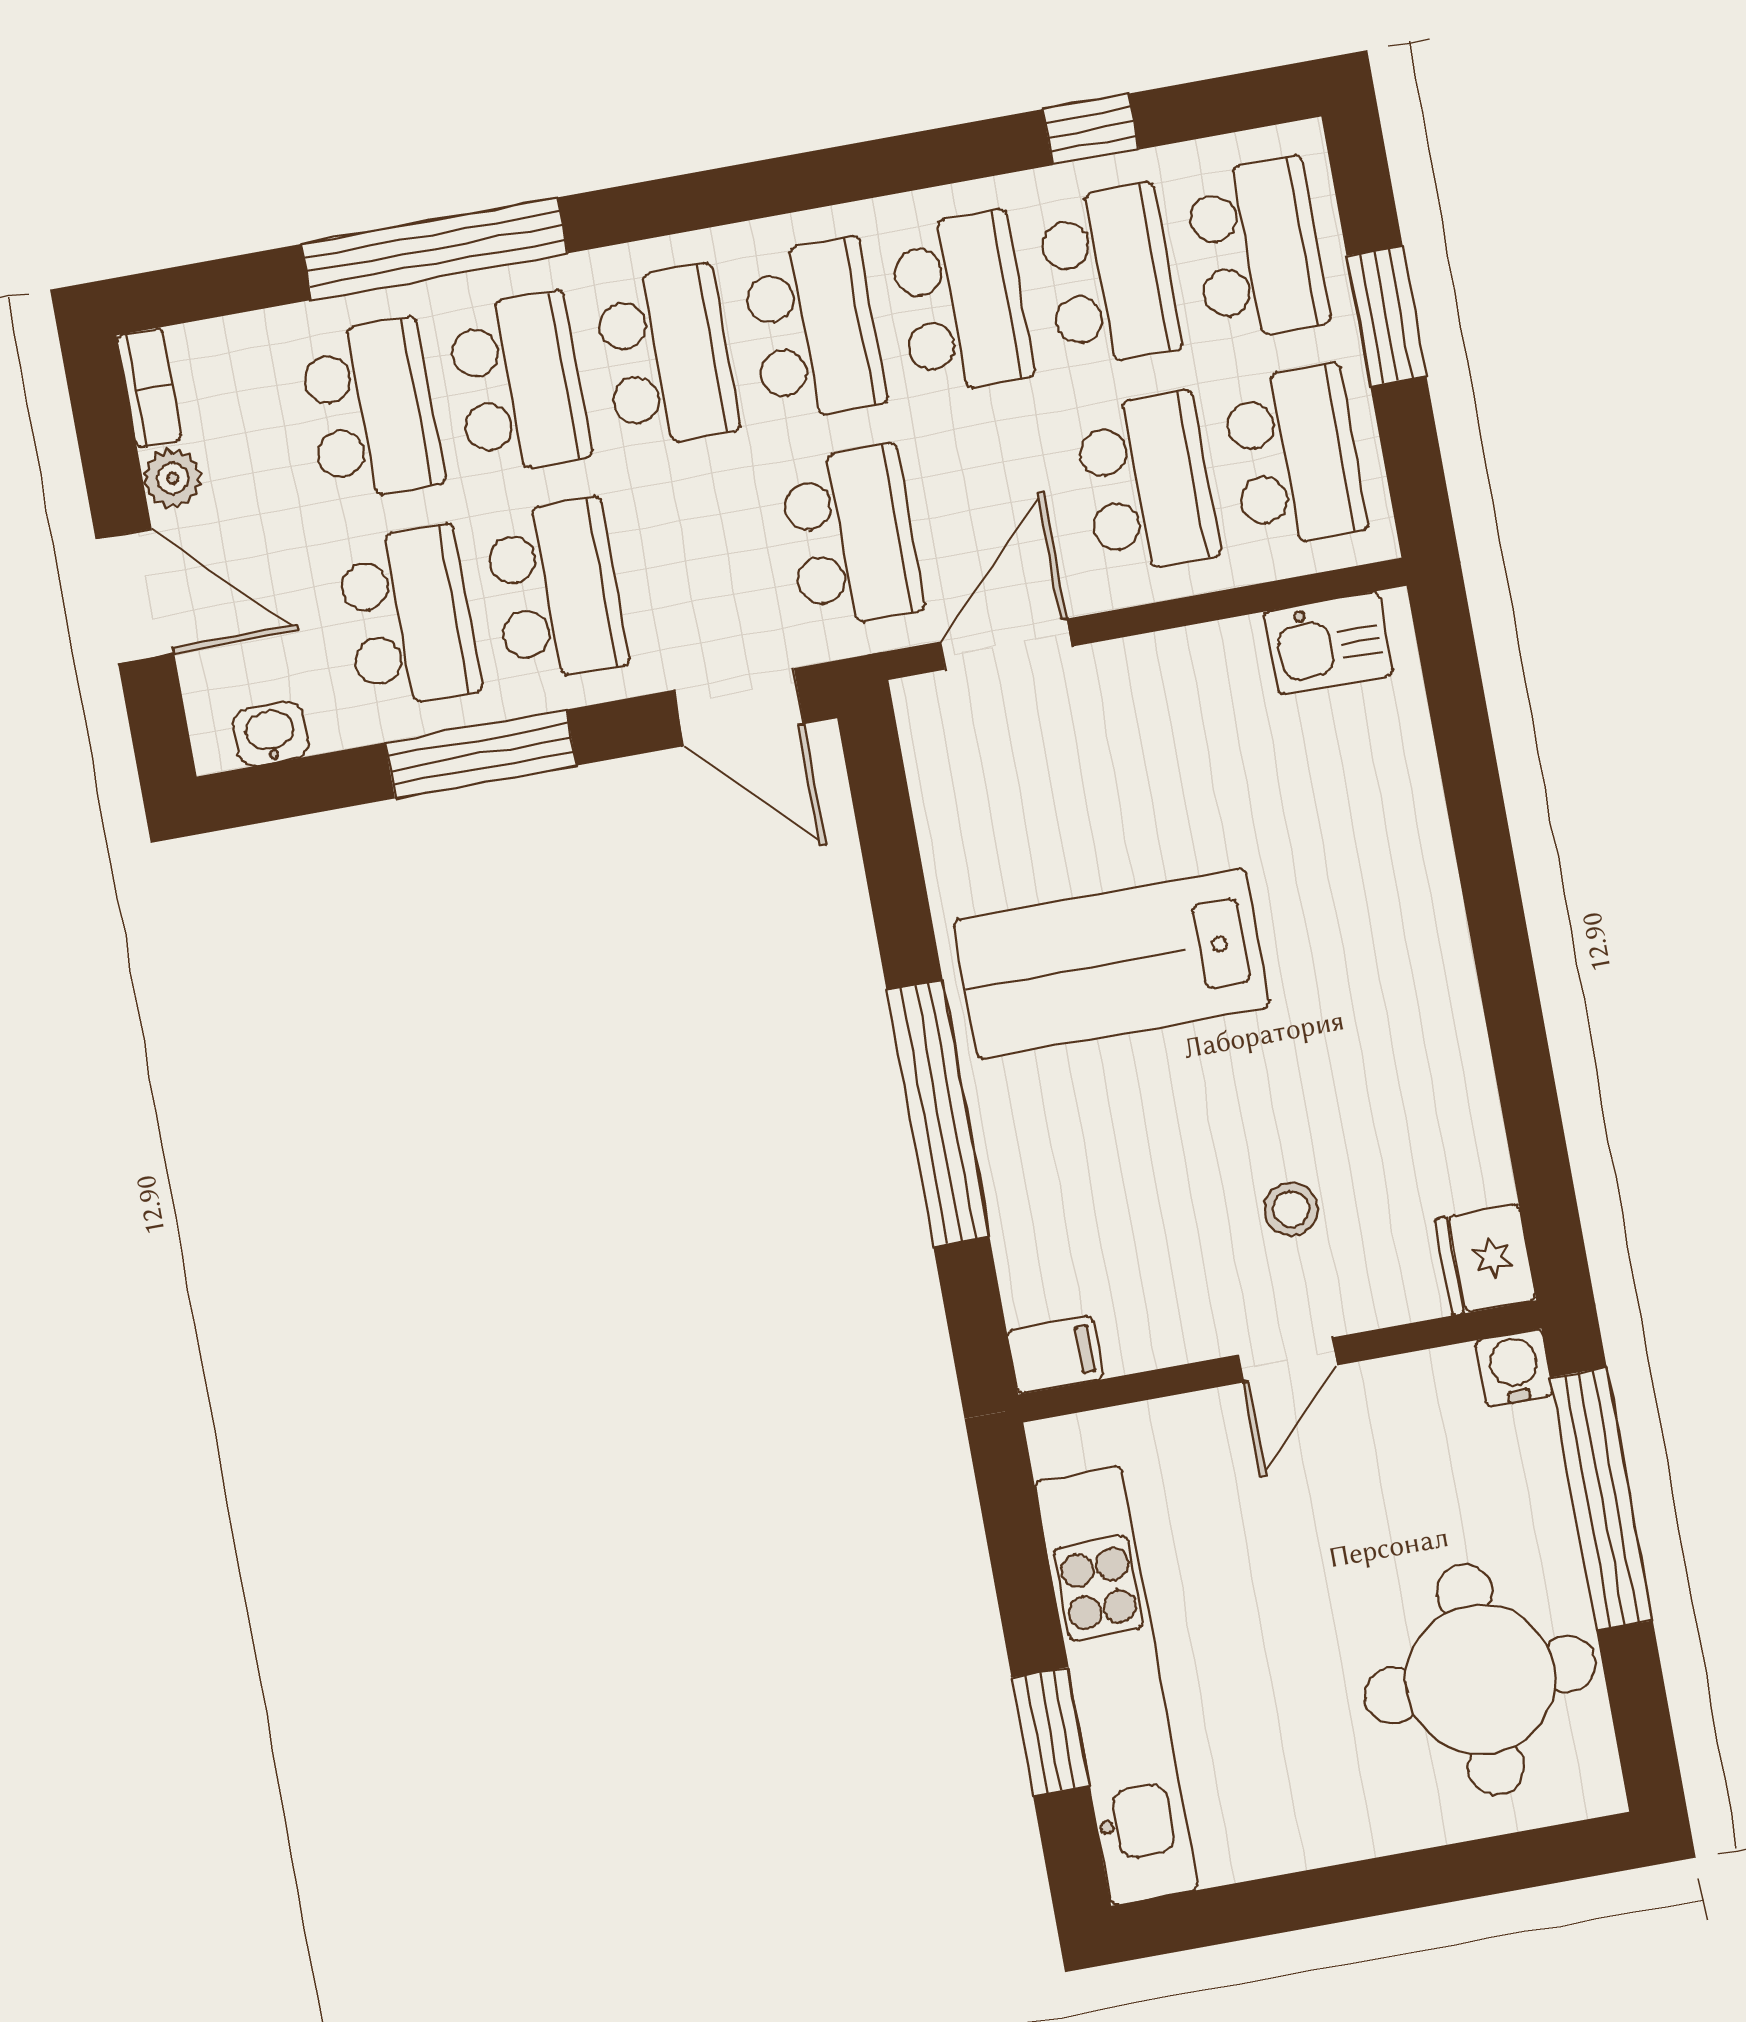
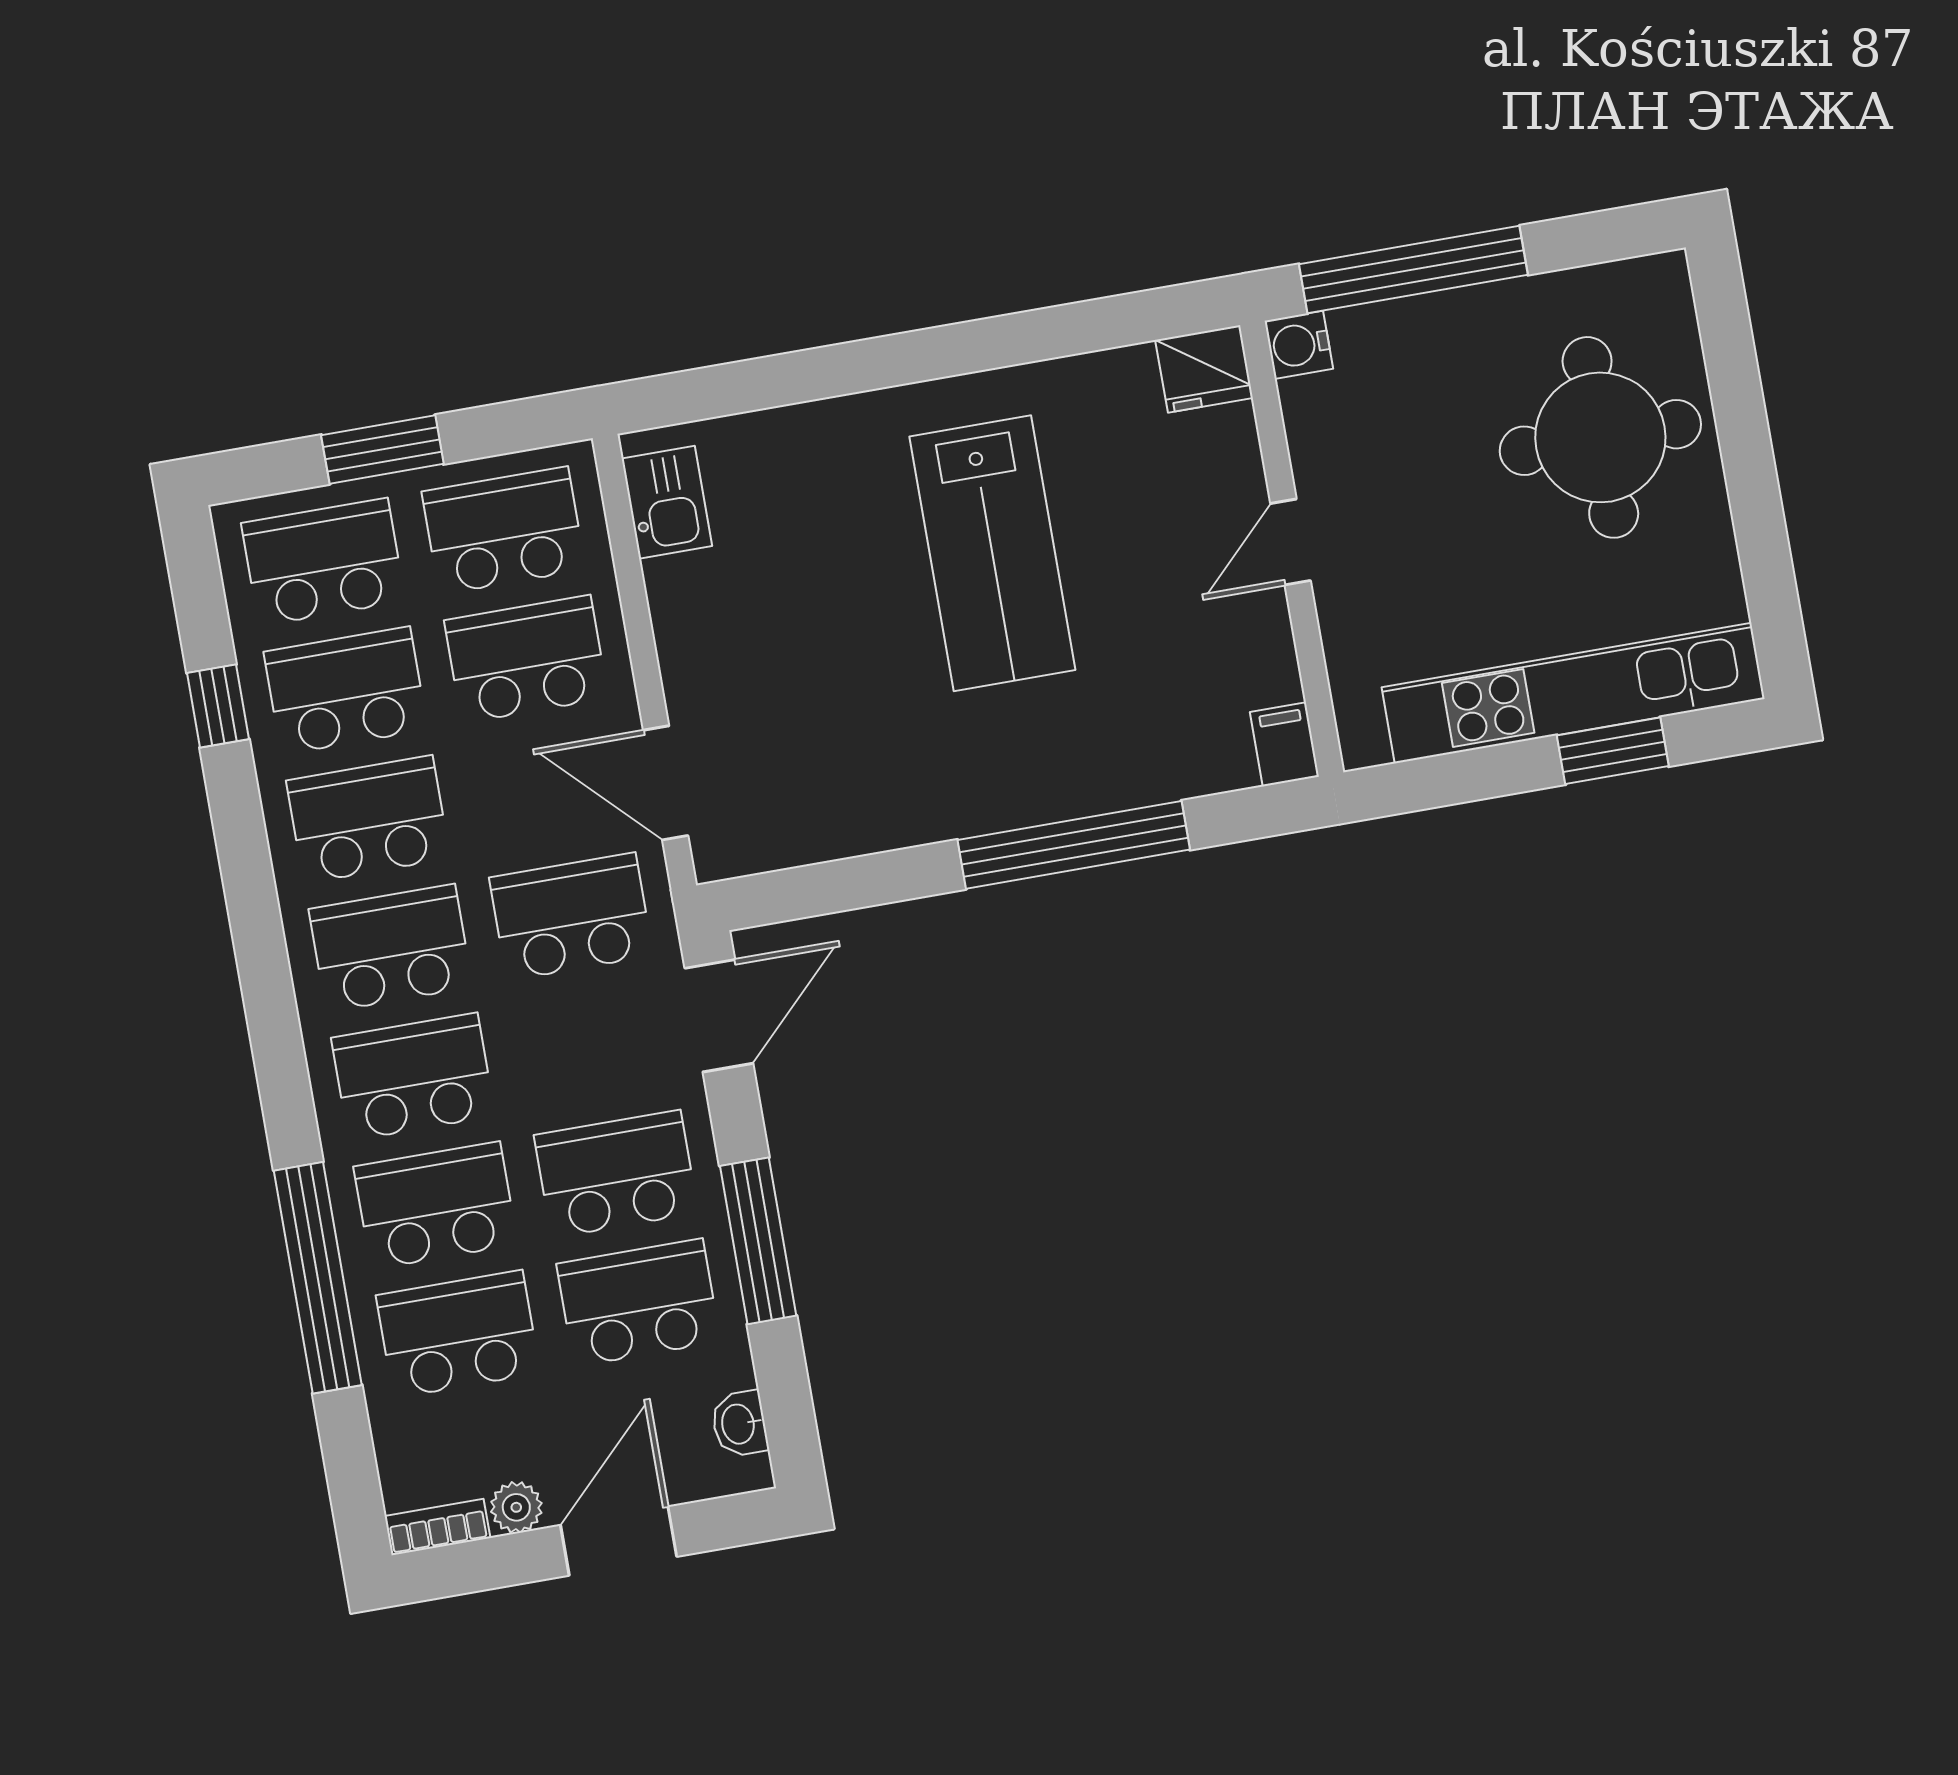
lab bench: (1111, 964) -> (992, 553), moved
stool: (1291, 1209) -> (1159, 538), removed
door: (1288, 1360) -> (1291, 542), swing flipped
round table: (1480, 1680) -> (1600, 437), moved

